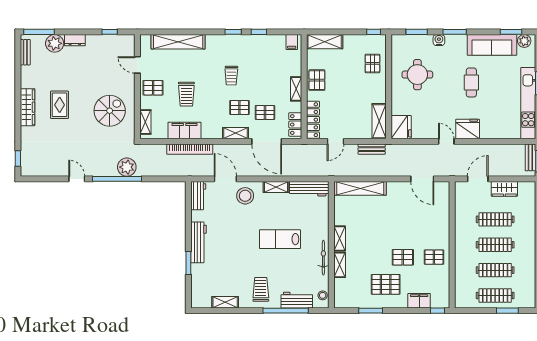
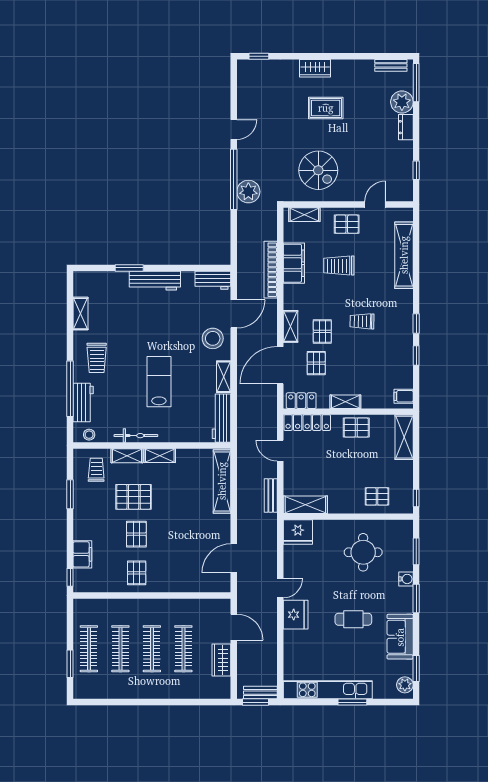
sofa: (492, 45) -> (400, 637), width x0.73
pallet: (153, 88) -> (347, 224), turned 90
wardrobe: (27, 107) -> (315, 68), width x0.67
pallet: (386, 284) -> (134, 497), moved, turned 90
trolley: (261, 289) -> (97, 358), turned 90
trolley: (351, 290) -> (96, 470), added

